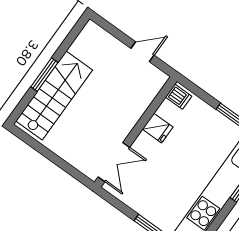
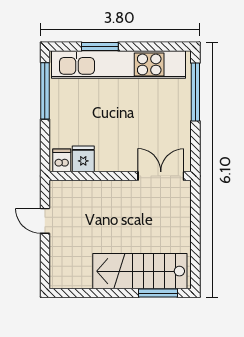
window: (44, 75) -> (158, 293), moved
fridge: (158, 128) -> (83, 159), moved

